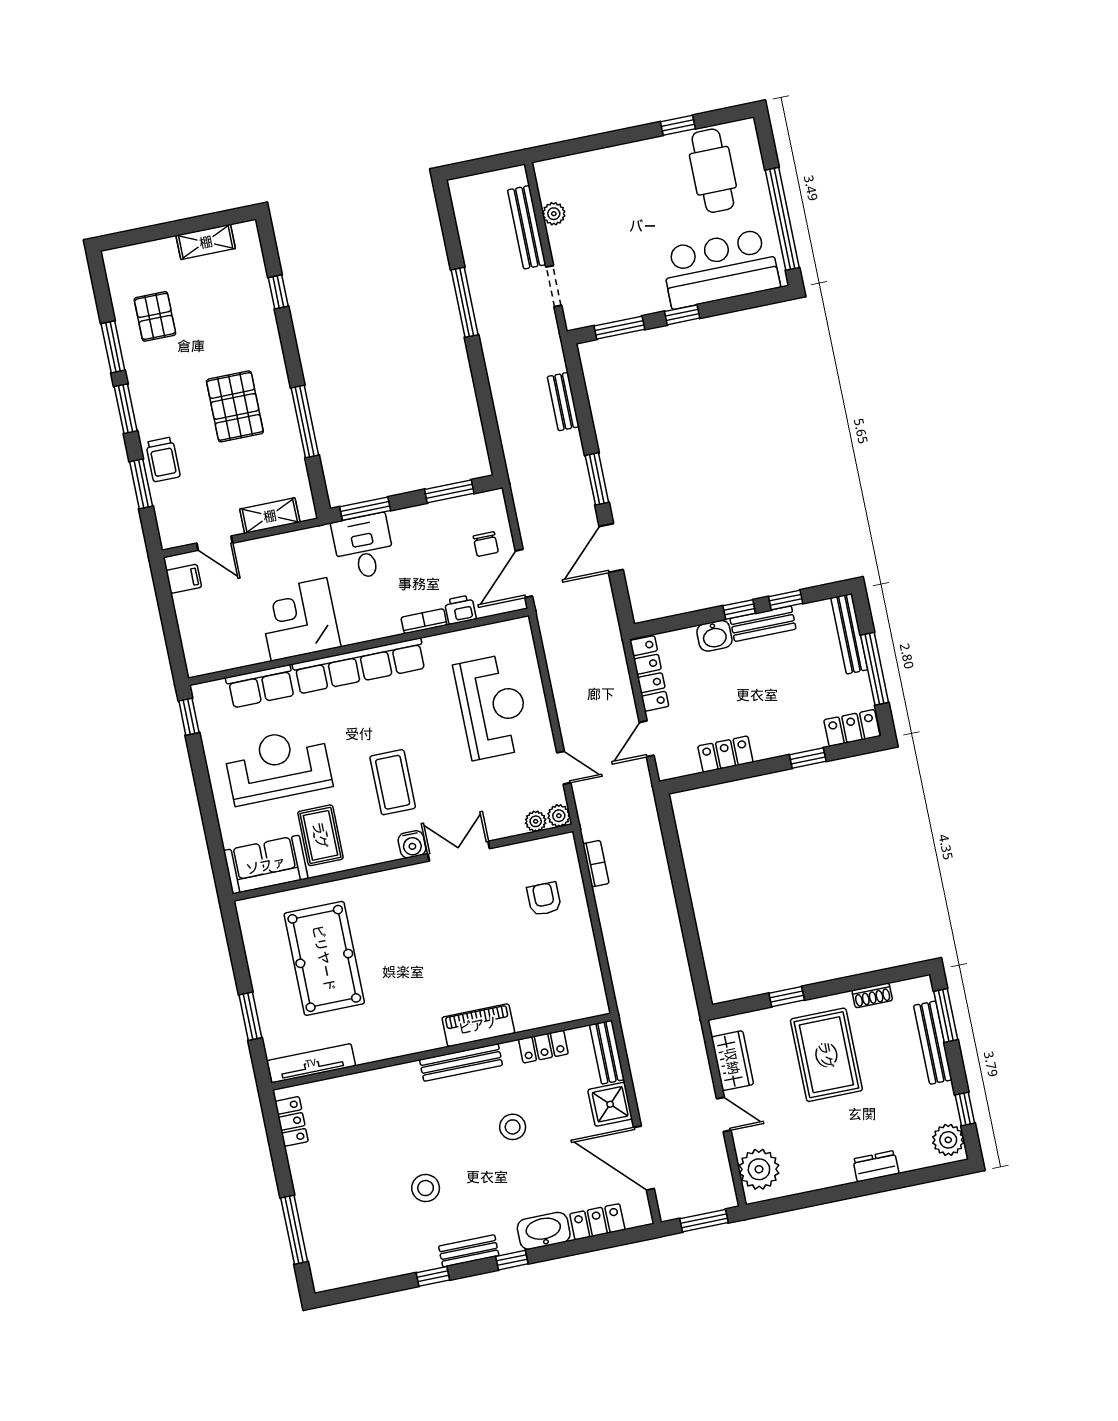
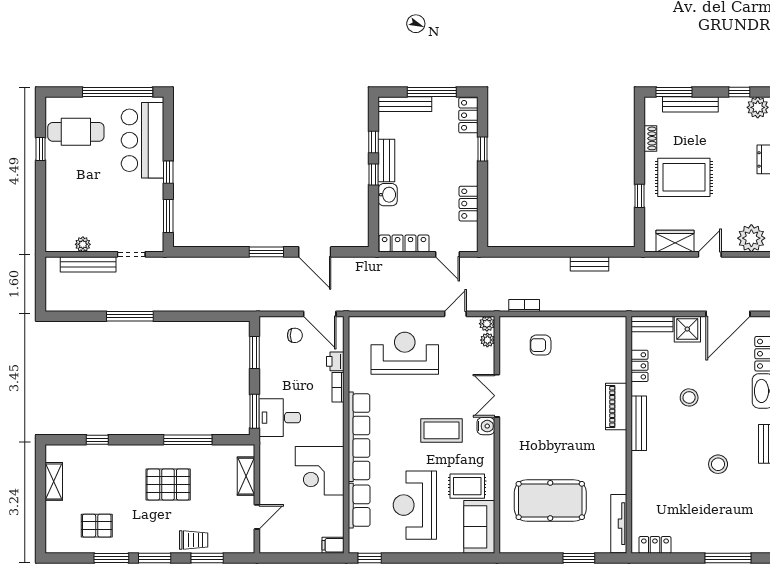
bench: (563, 402) -> (590, 264), moved
filing cabinet: (184, 579) -> (333, 545), moved, turned -90

